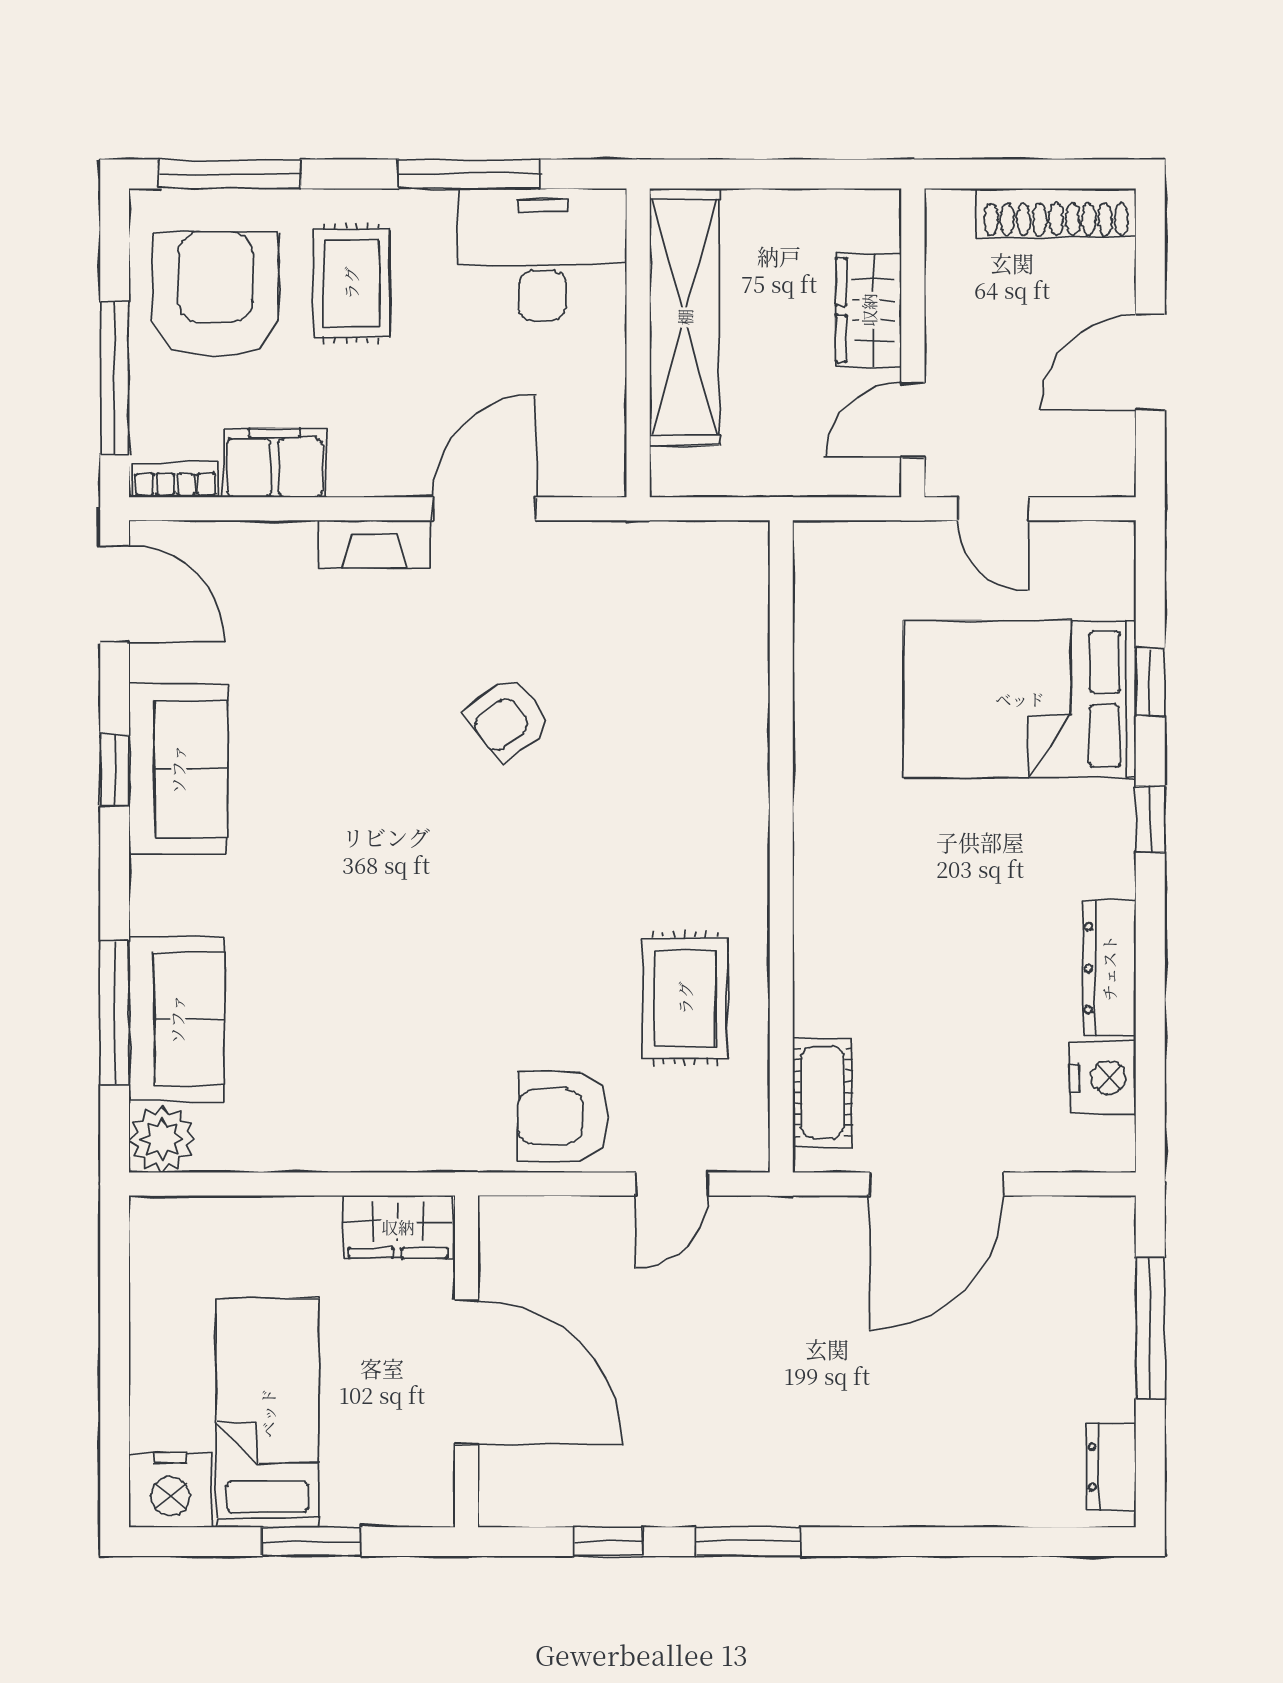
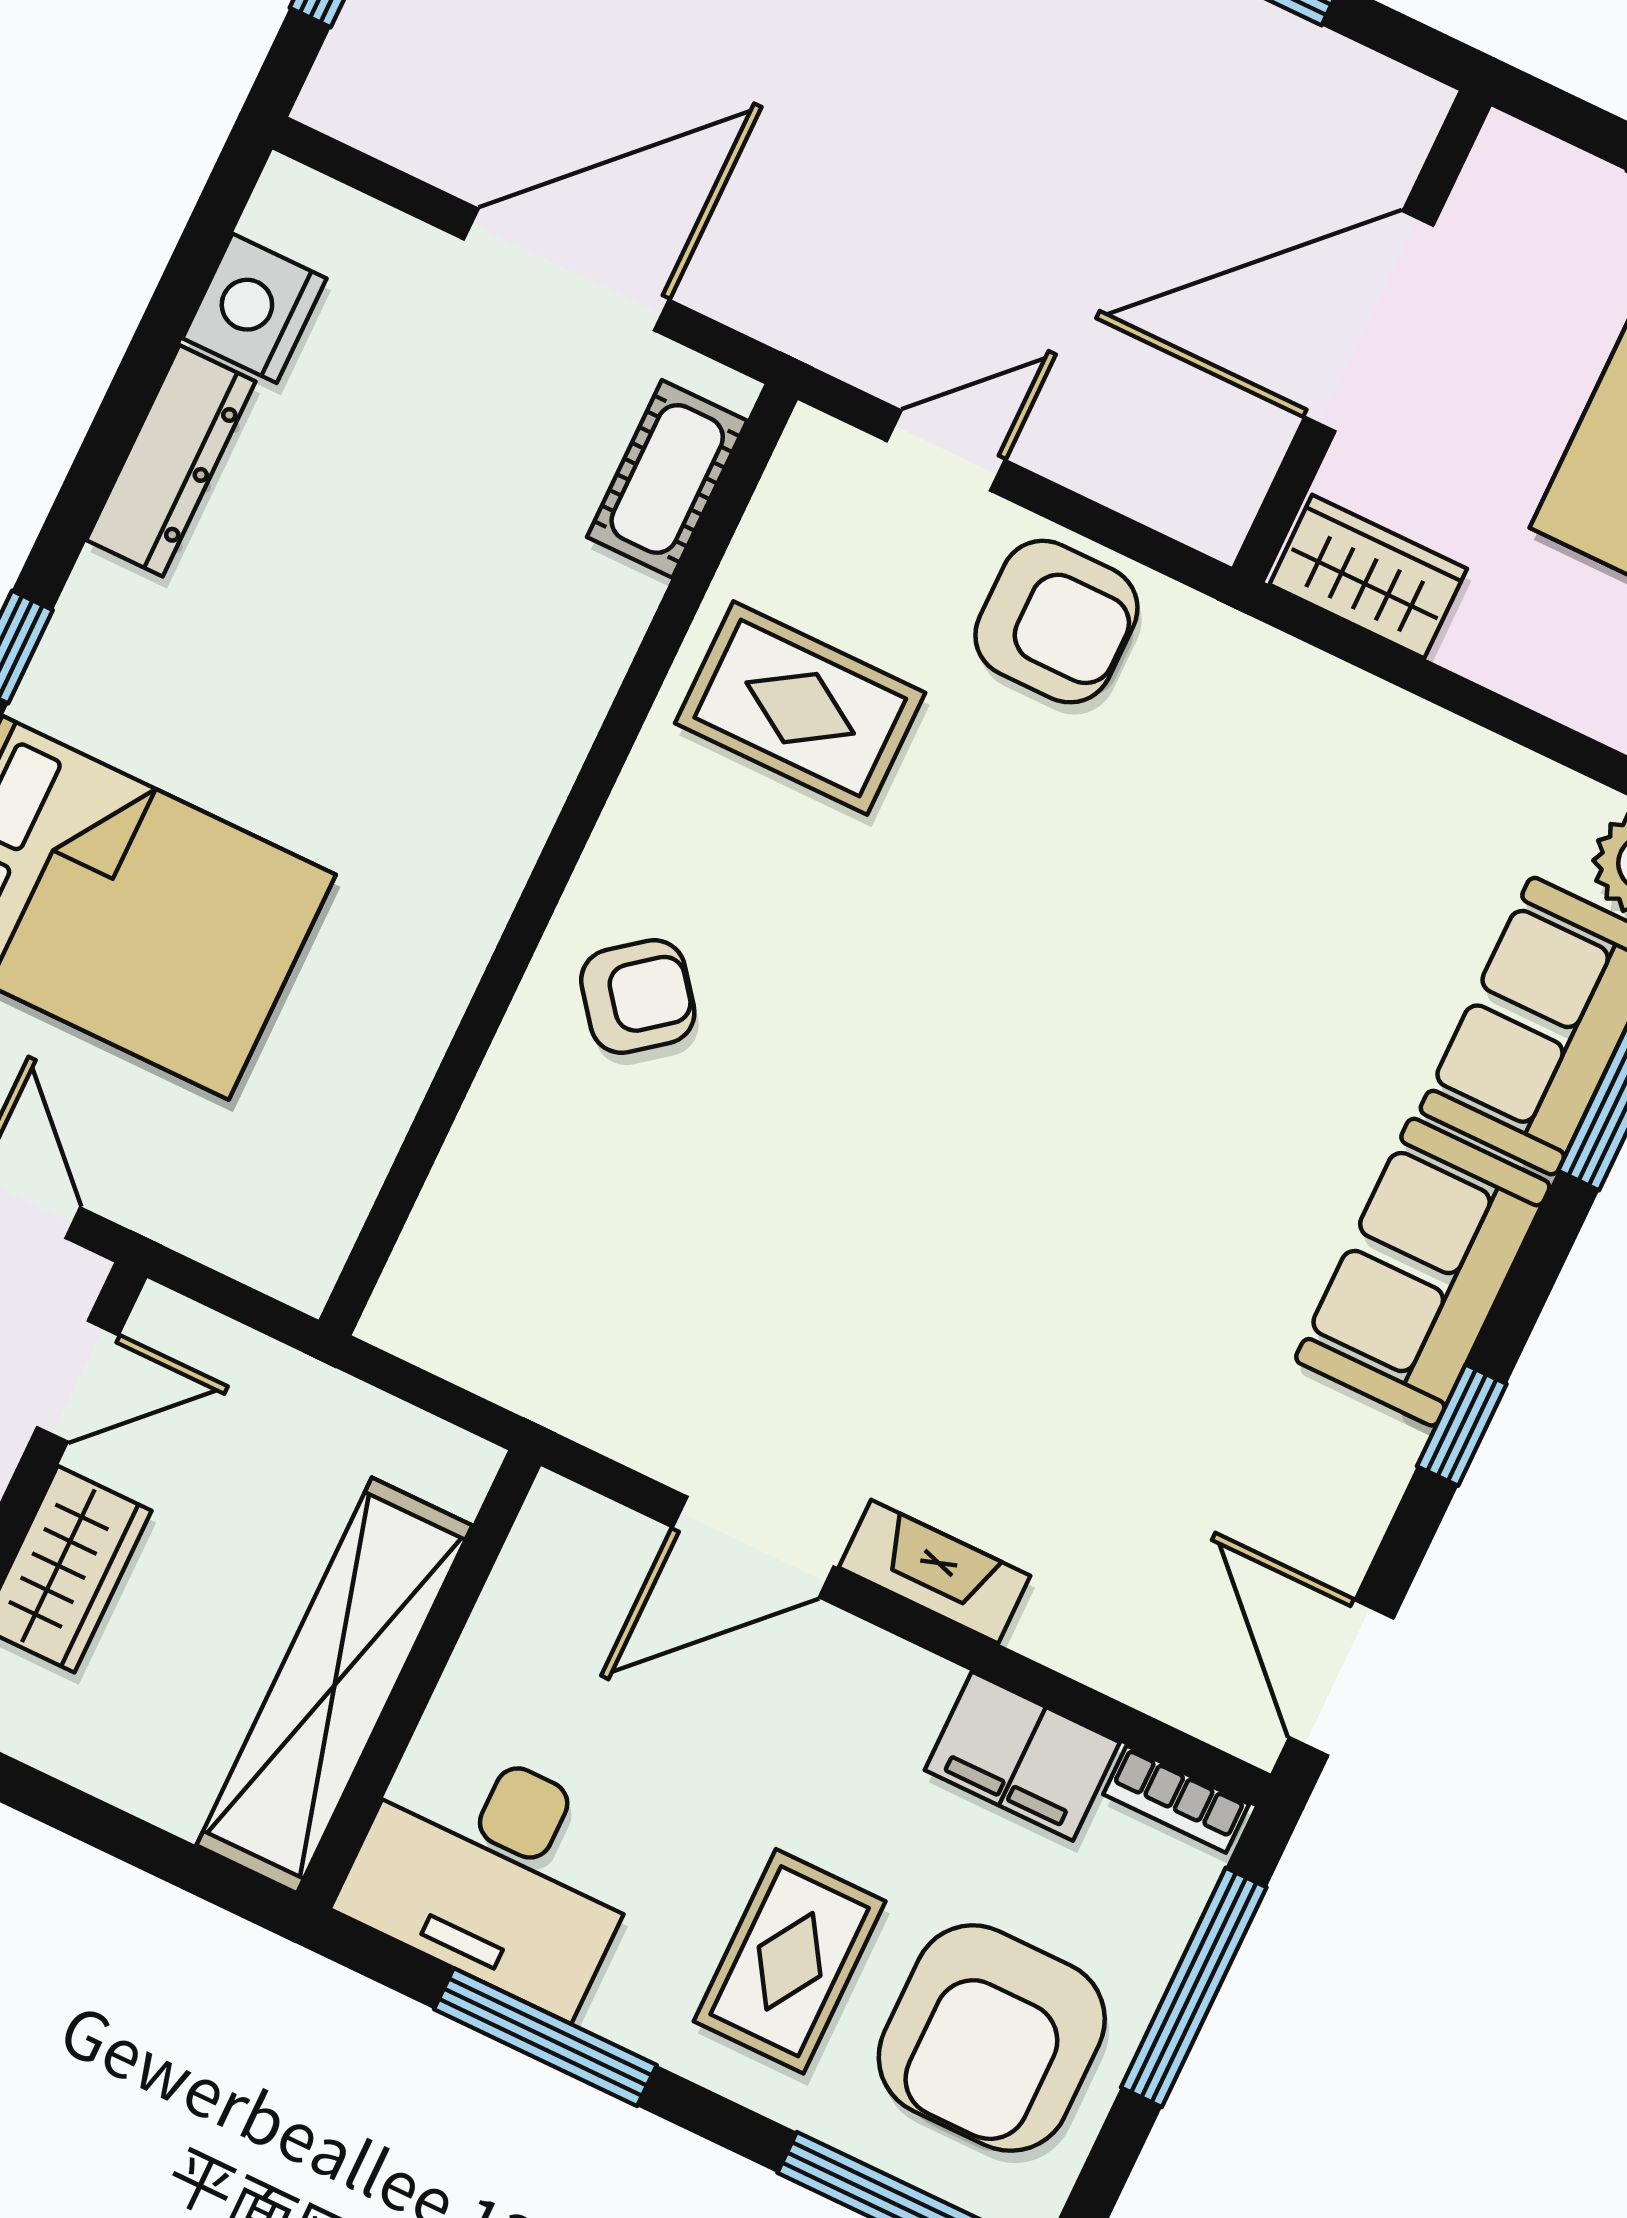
armchair: (508, 719) -> (638, 997), moved
sofa: (178, 769) -> (1423, 1272), moved
rug: (685, 998) -> (800, 708), turned 90
door: (466, 1372) -> (1369, 321), hinge flipped

